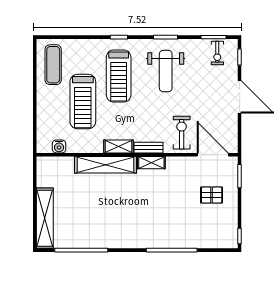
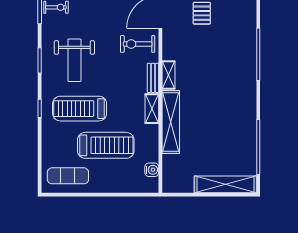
weight bench: (166, 71) -> (74, 60), turned 90
treadmill: (119, 76) -> (80, 109), turned 180

